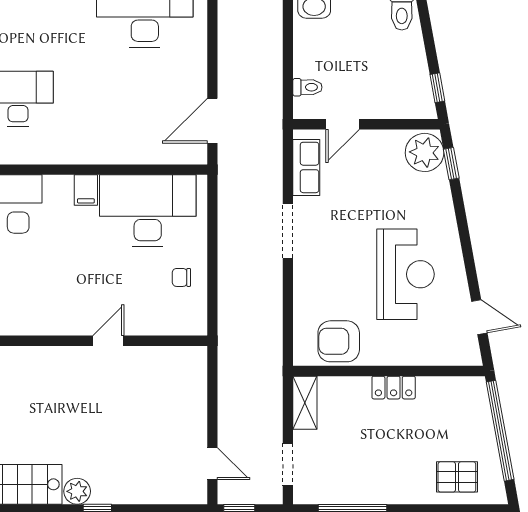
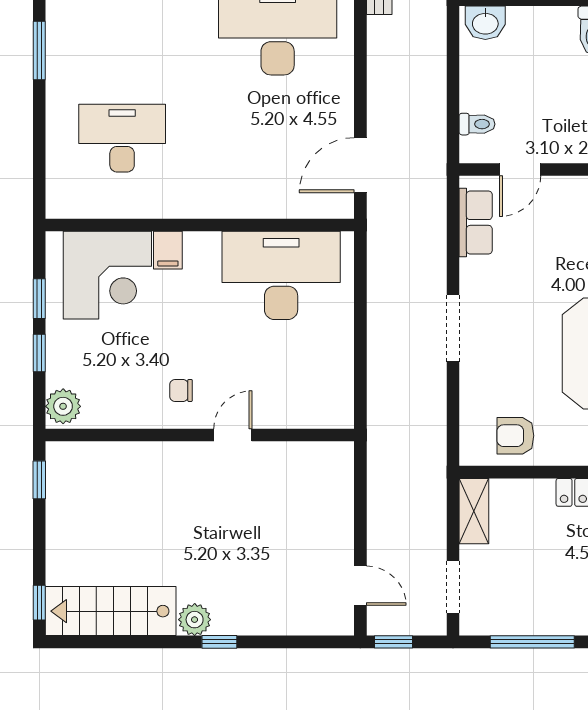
filing cabinet: (86, 190) -> (168, 250), moved
doorway: (288, 231) -> (453, 328), moved
chair: (181, 277) -> (181, 390), moved
armchair: (339, 341) -> (515, 436), width x0.72, depth x0.72

